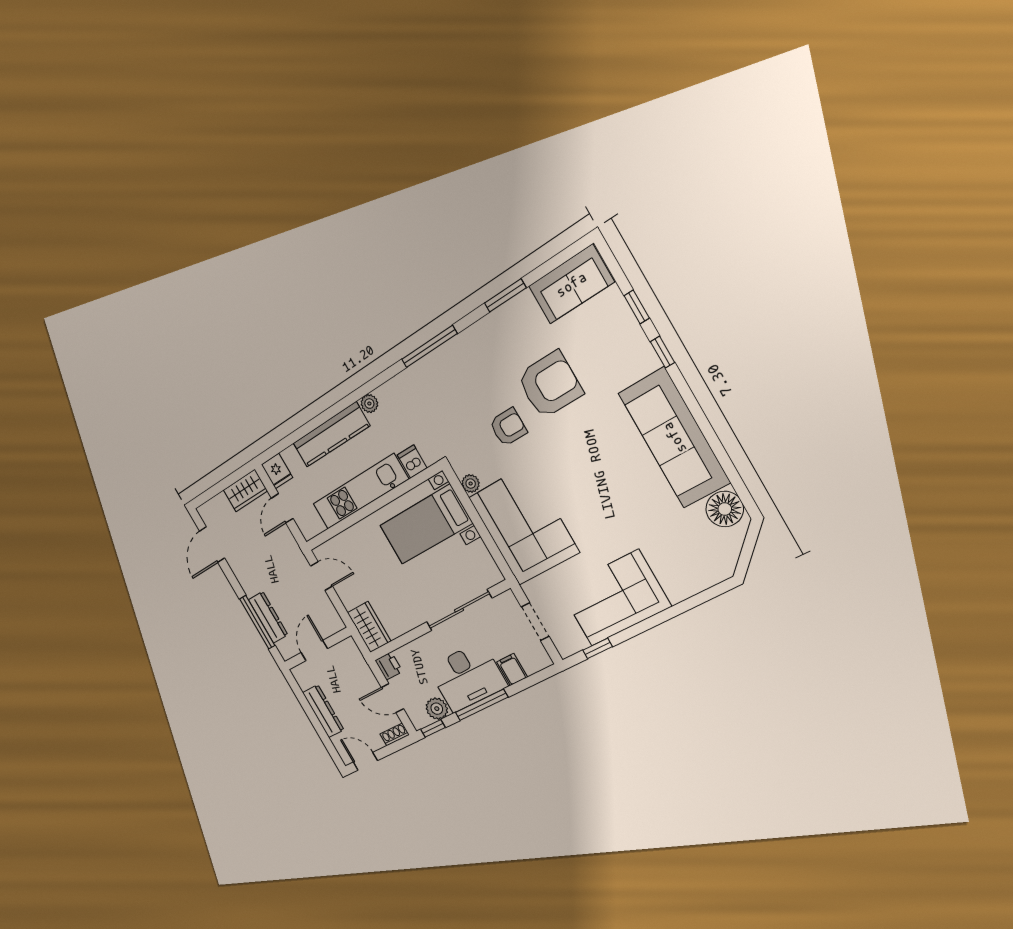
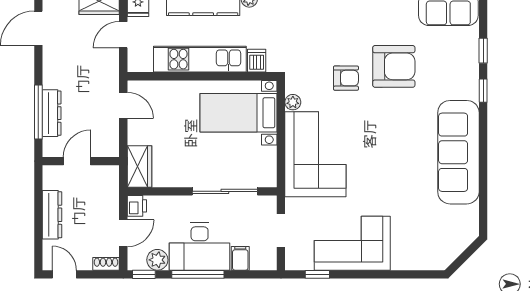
floor lamp: (725, 509) -> (465, 220), removed
door: (392, 698) -> (123, 233), swing flipped

